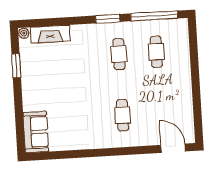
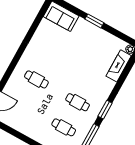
window: (16, 66) -> (94, 21), moved

